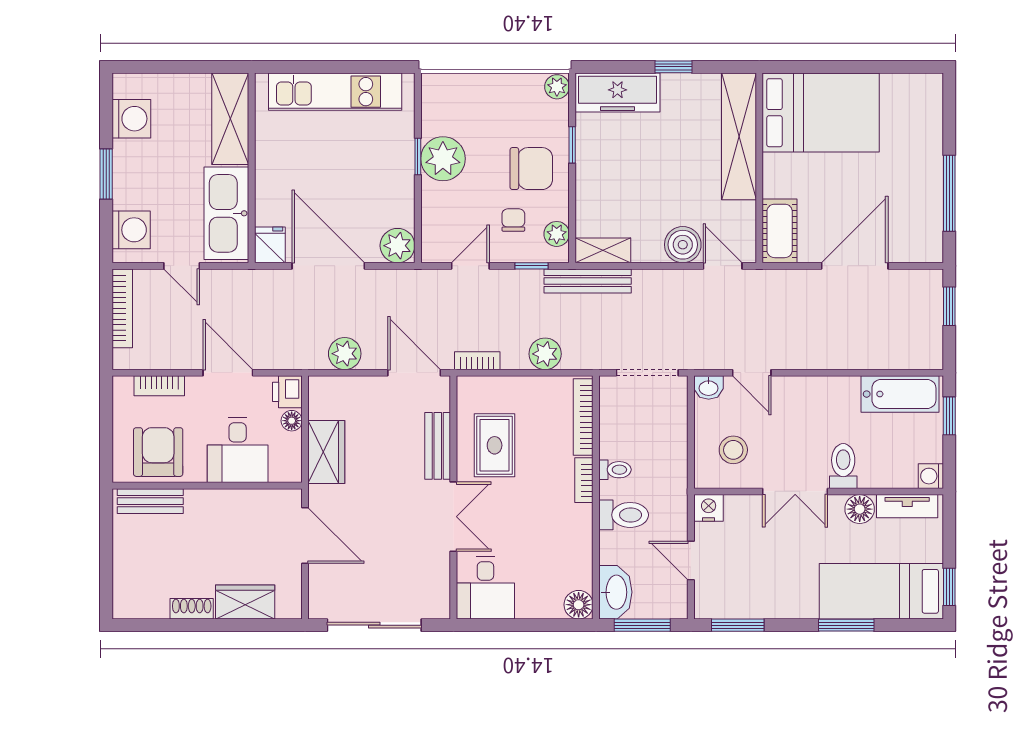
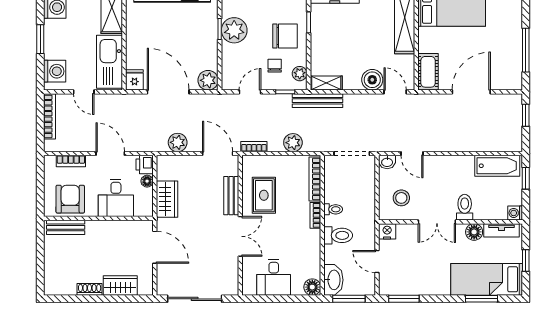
window: (949, 587) -> (526, 260), moved
desk: (485, 588) -> (274, 277), moved
window: (846, 625) -> (481, 299), moved

